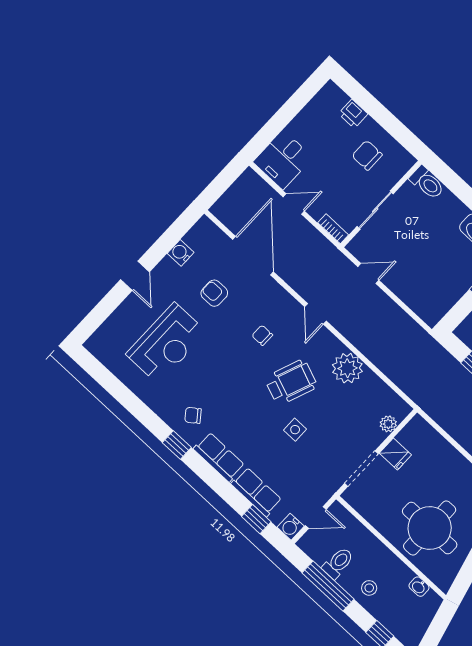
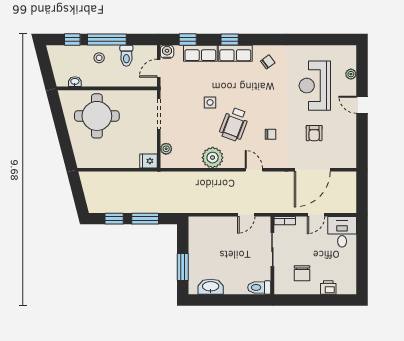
chair: (367, 155) -> (302, 273), turned 90
water cooler: (181, 253) -> (350, 137), removed
door: (253, 256) -> (312, 170), hinge flipped
armchair: (214, 293) -> (314, 133), turned 90
plant: (116, 319) -> (351, 74), added
window: (177, 445) -> (230, 40), moved
fridge: (395, 454) -> (148, 161), moved
window: (328, 586) -> (107, 40), moved

